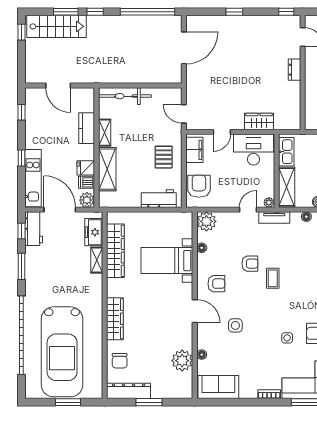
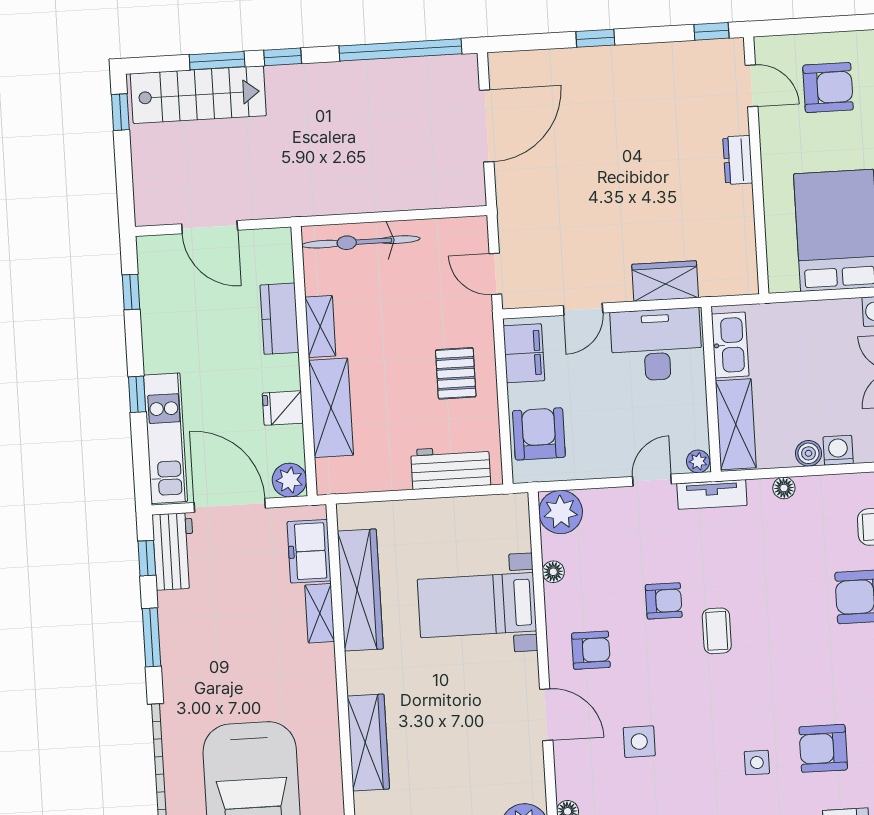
dishwasher: (87, 182) -> (286, 440), removed

